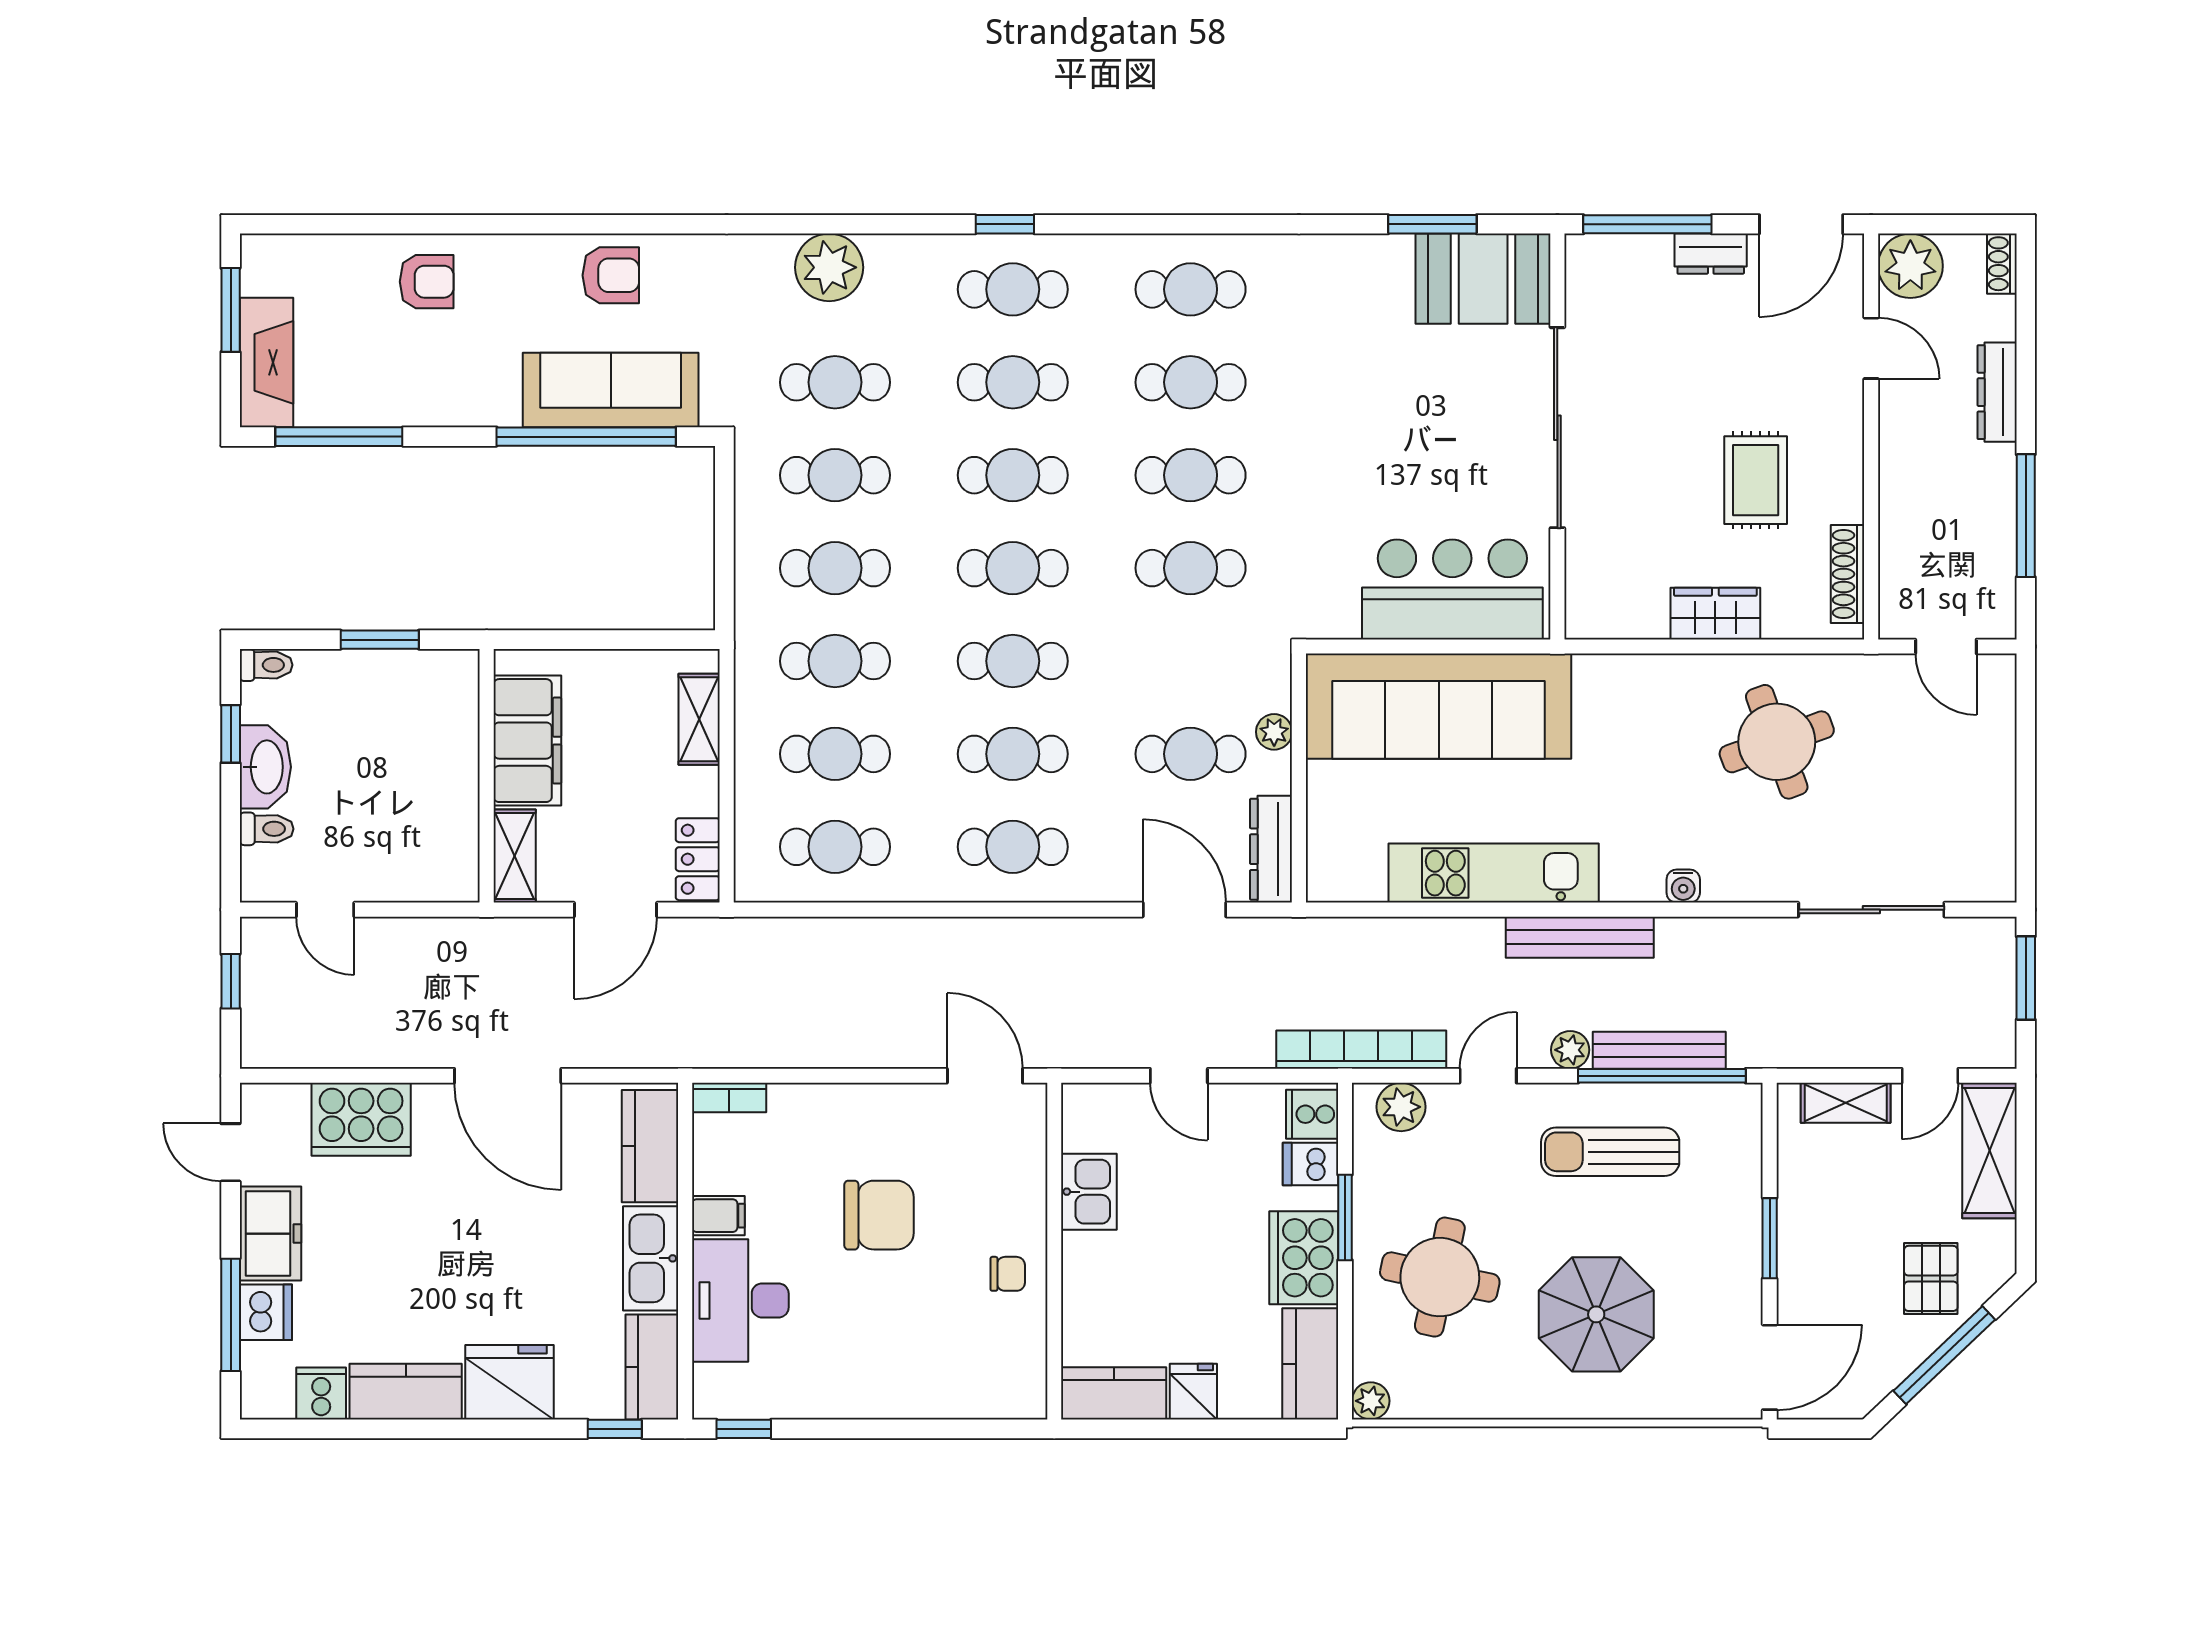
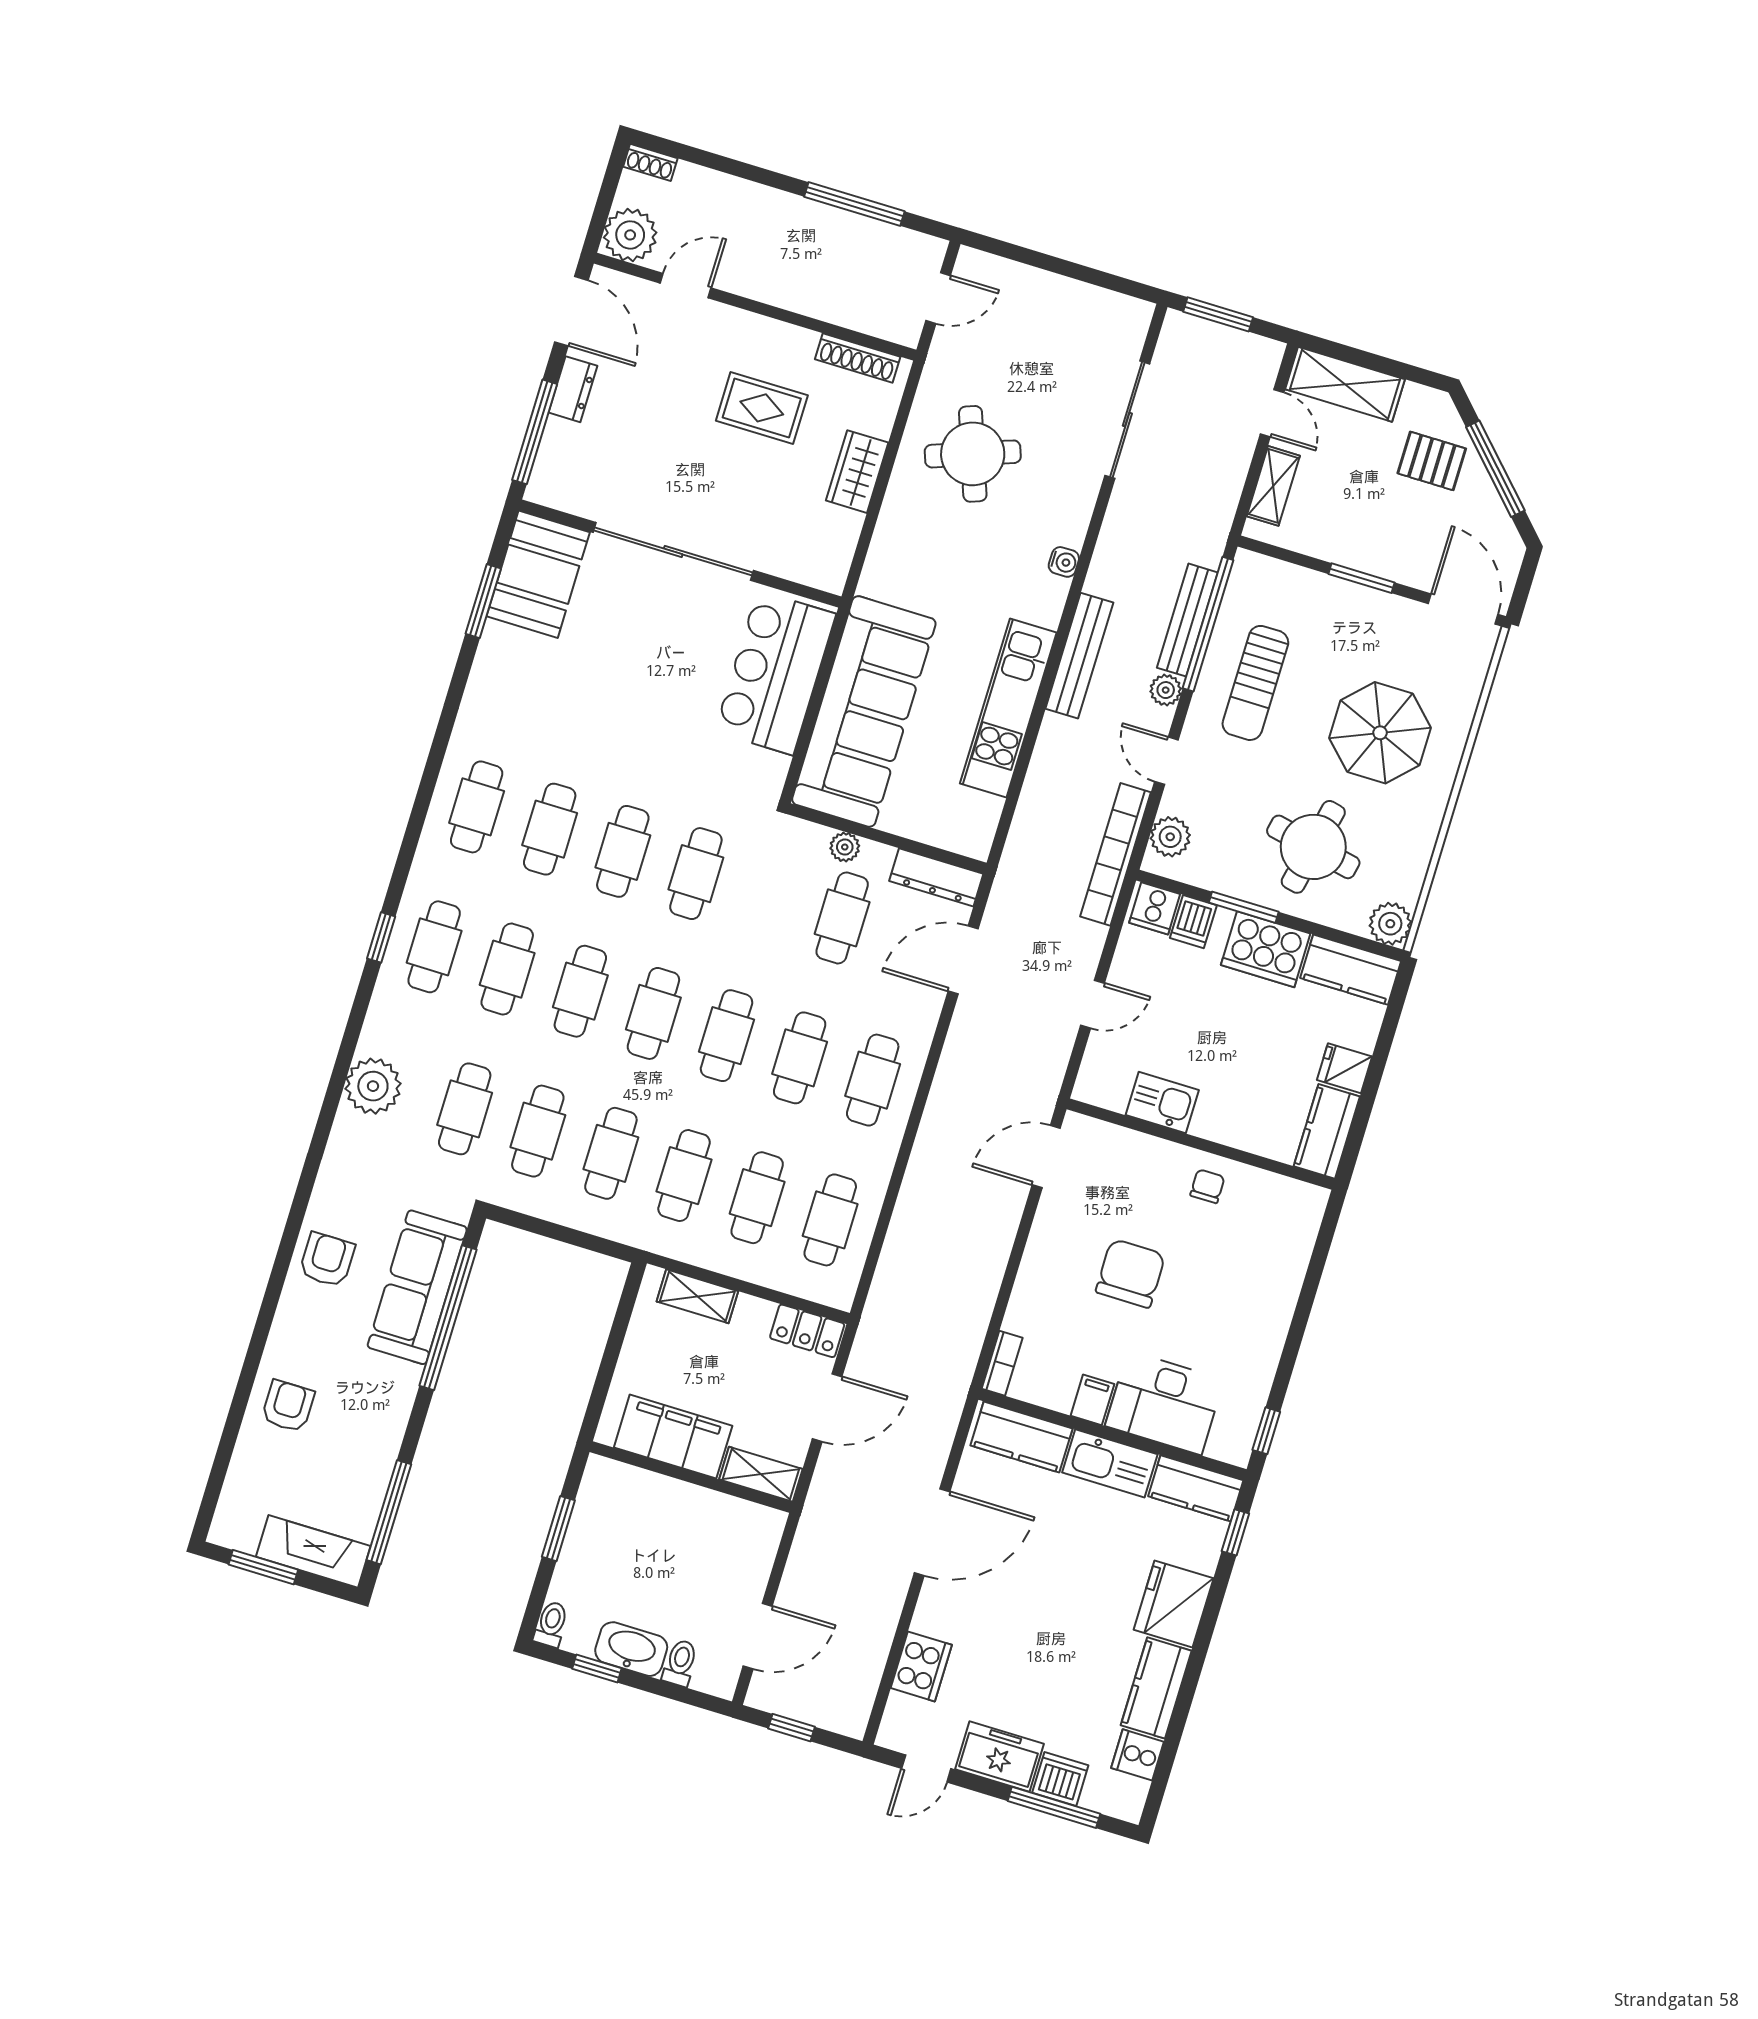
dresser: (1997, 392) -> (750, 197), removed
door: (325, 910) -> (758, 1636), width x1.38
door: (616, 910) -> (827, 1408), hinge flipped
cooker: (361, 1119) -> (921, 1666), width x0.73, depth x0.76
plant: (1371, 1401) -> (1390, 924), width x1.38, depth x1.38

